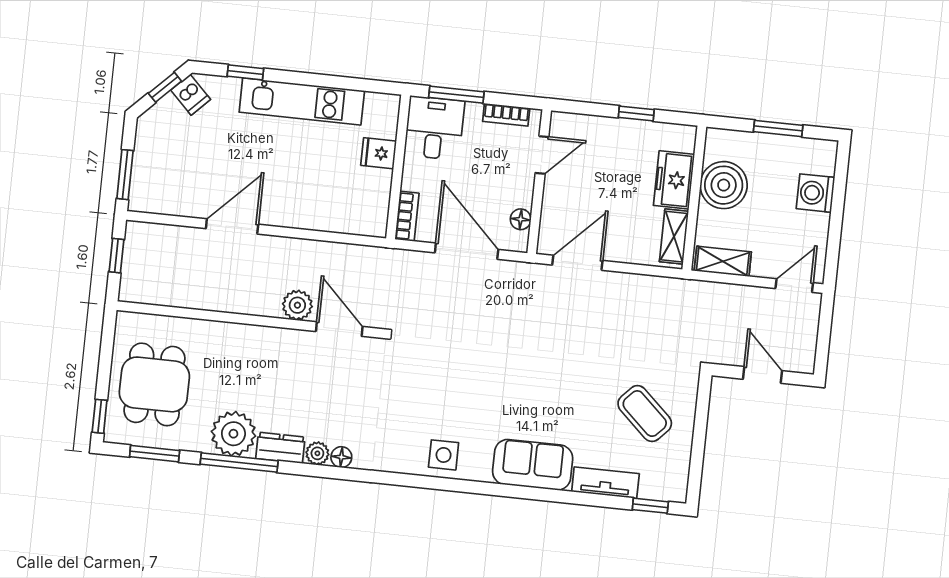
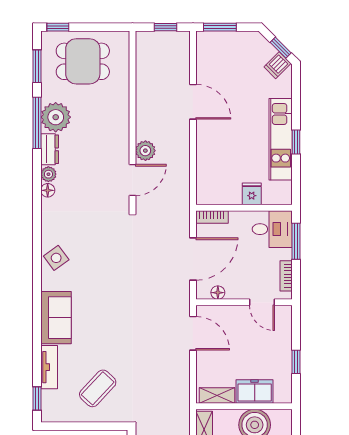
window: (245, 72) -> (296, 142), moved
side table: (444, 455) -> (56, 258), turned -36

